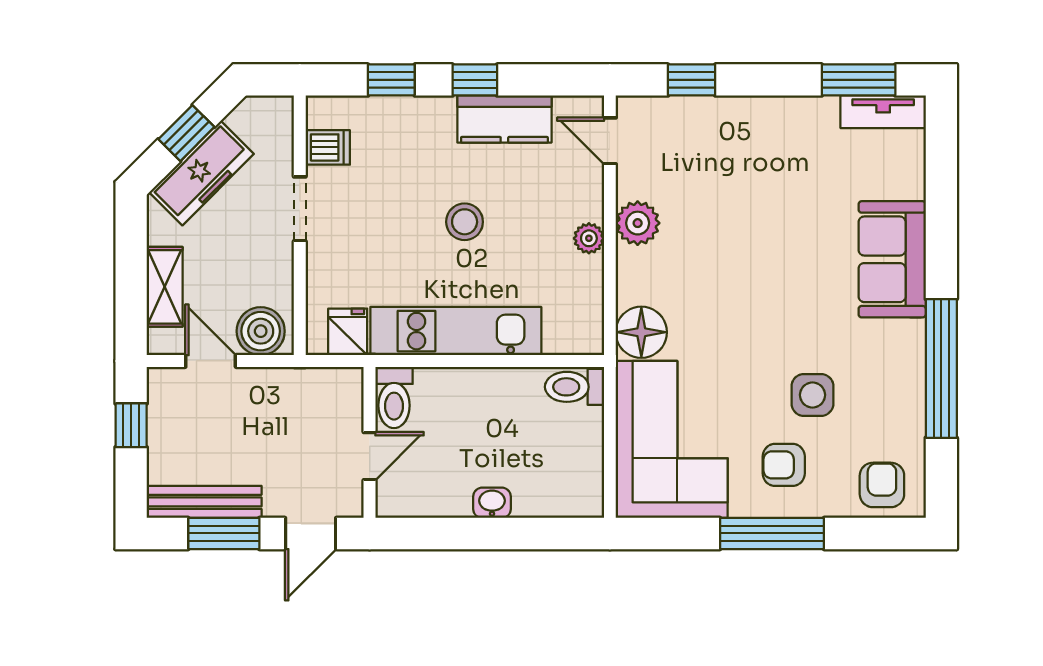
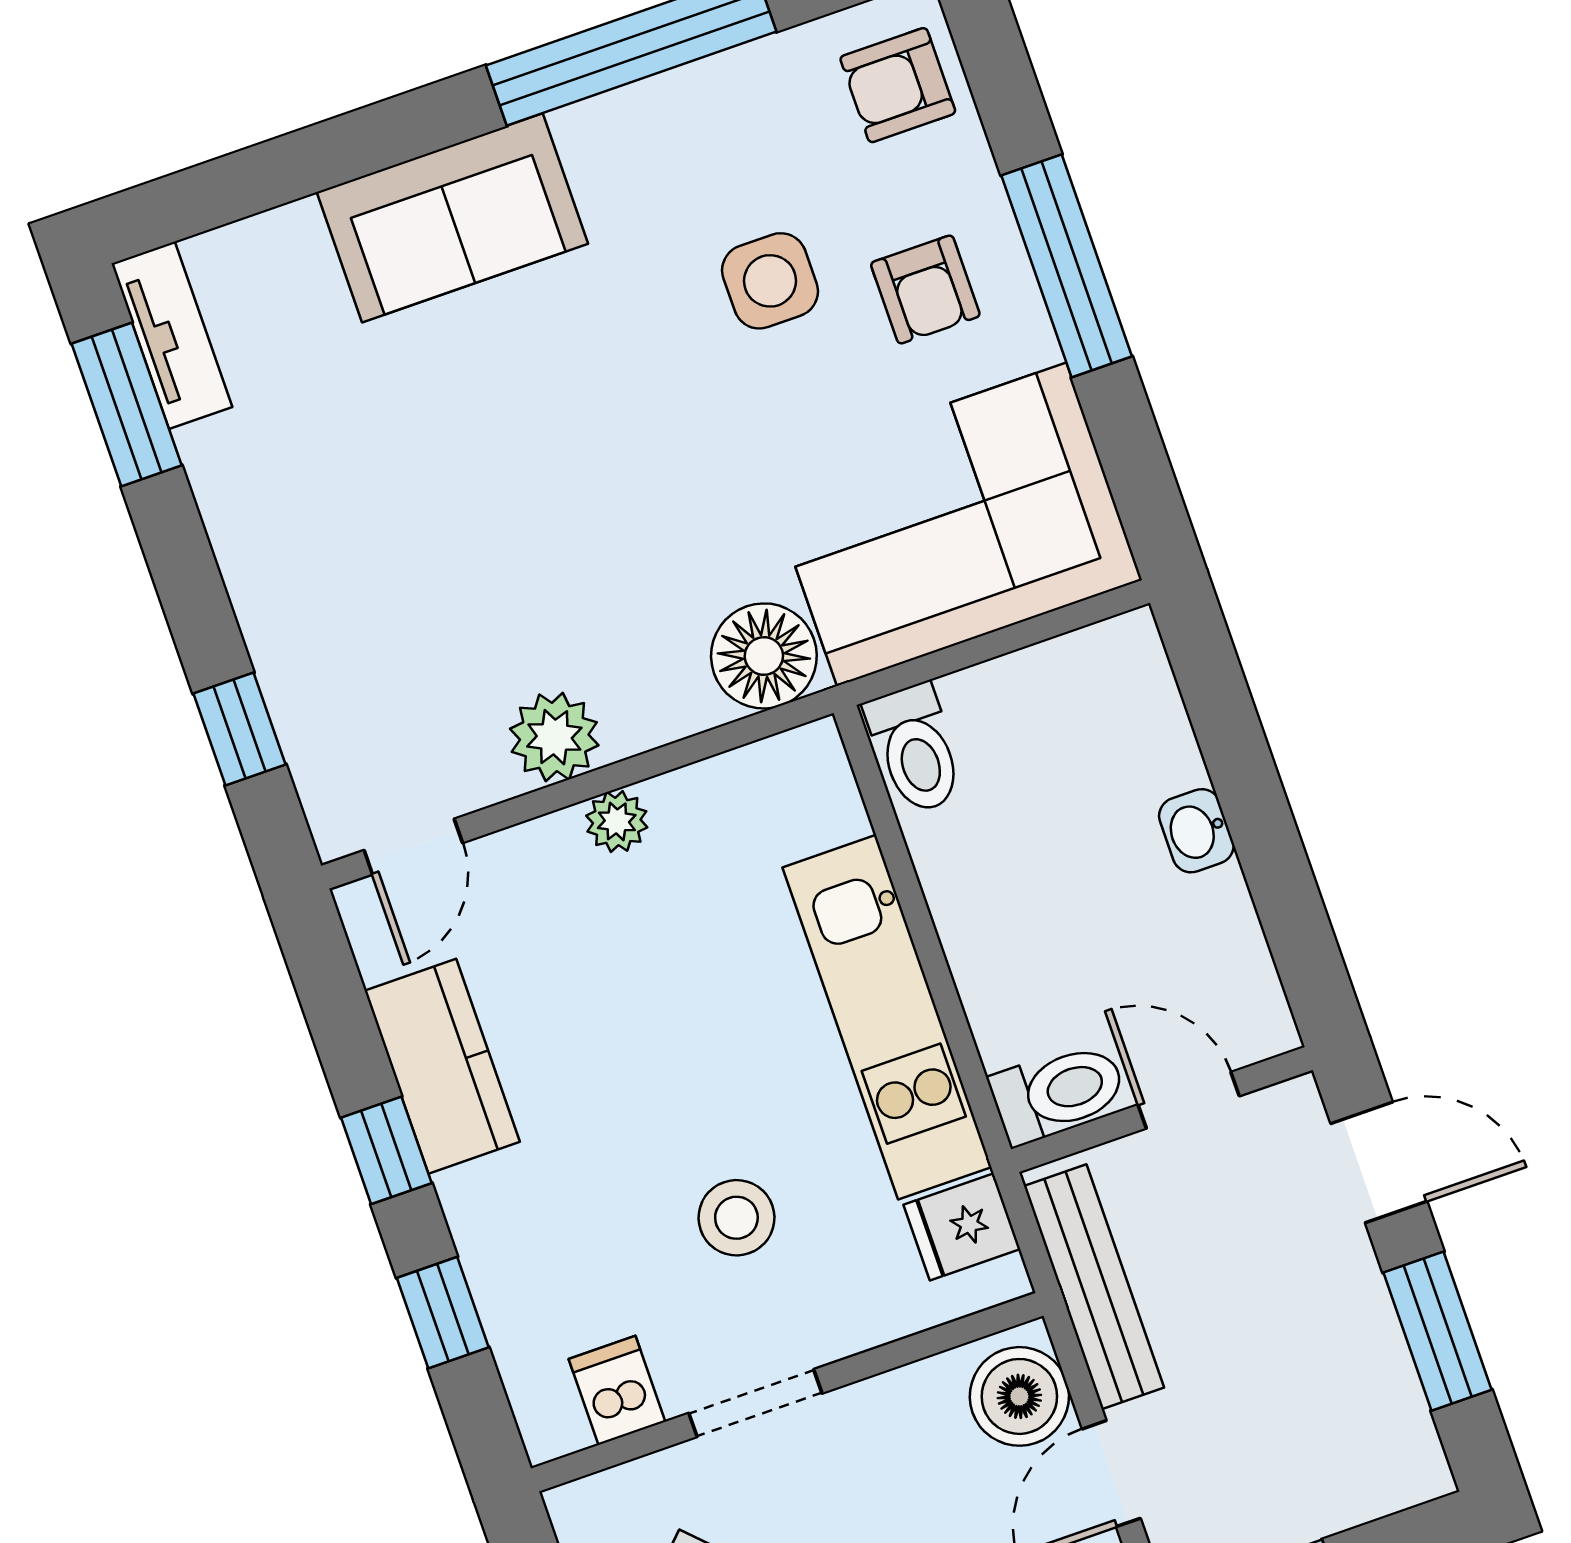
stool: (465, 222) -> (736, 1218), moved
bench: (204, 502) -> (1094, 1287), moved

